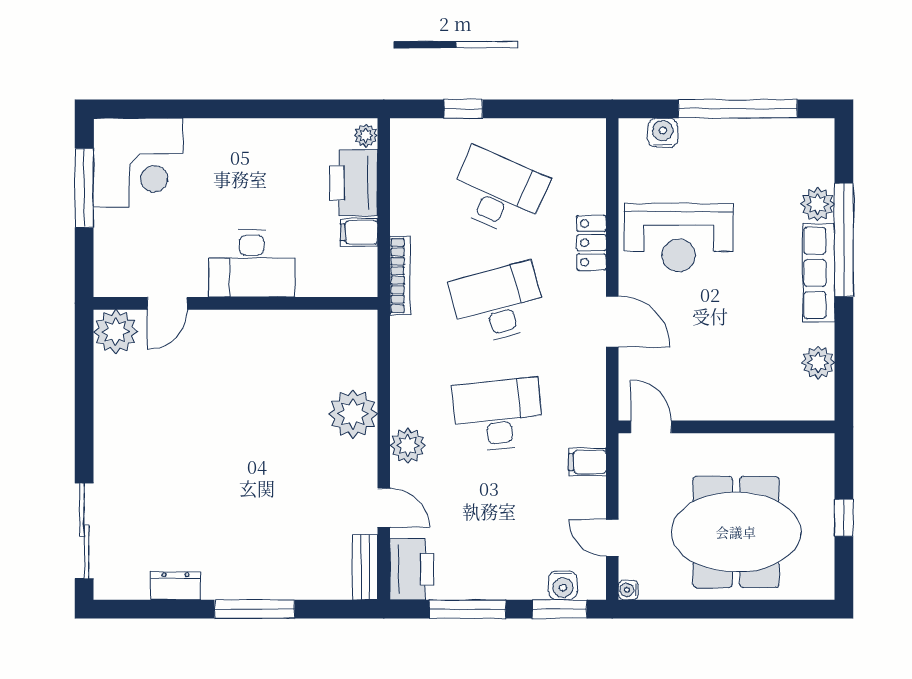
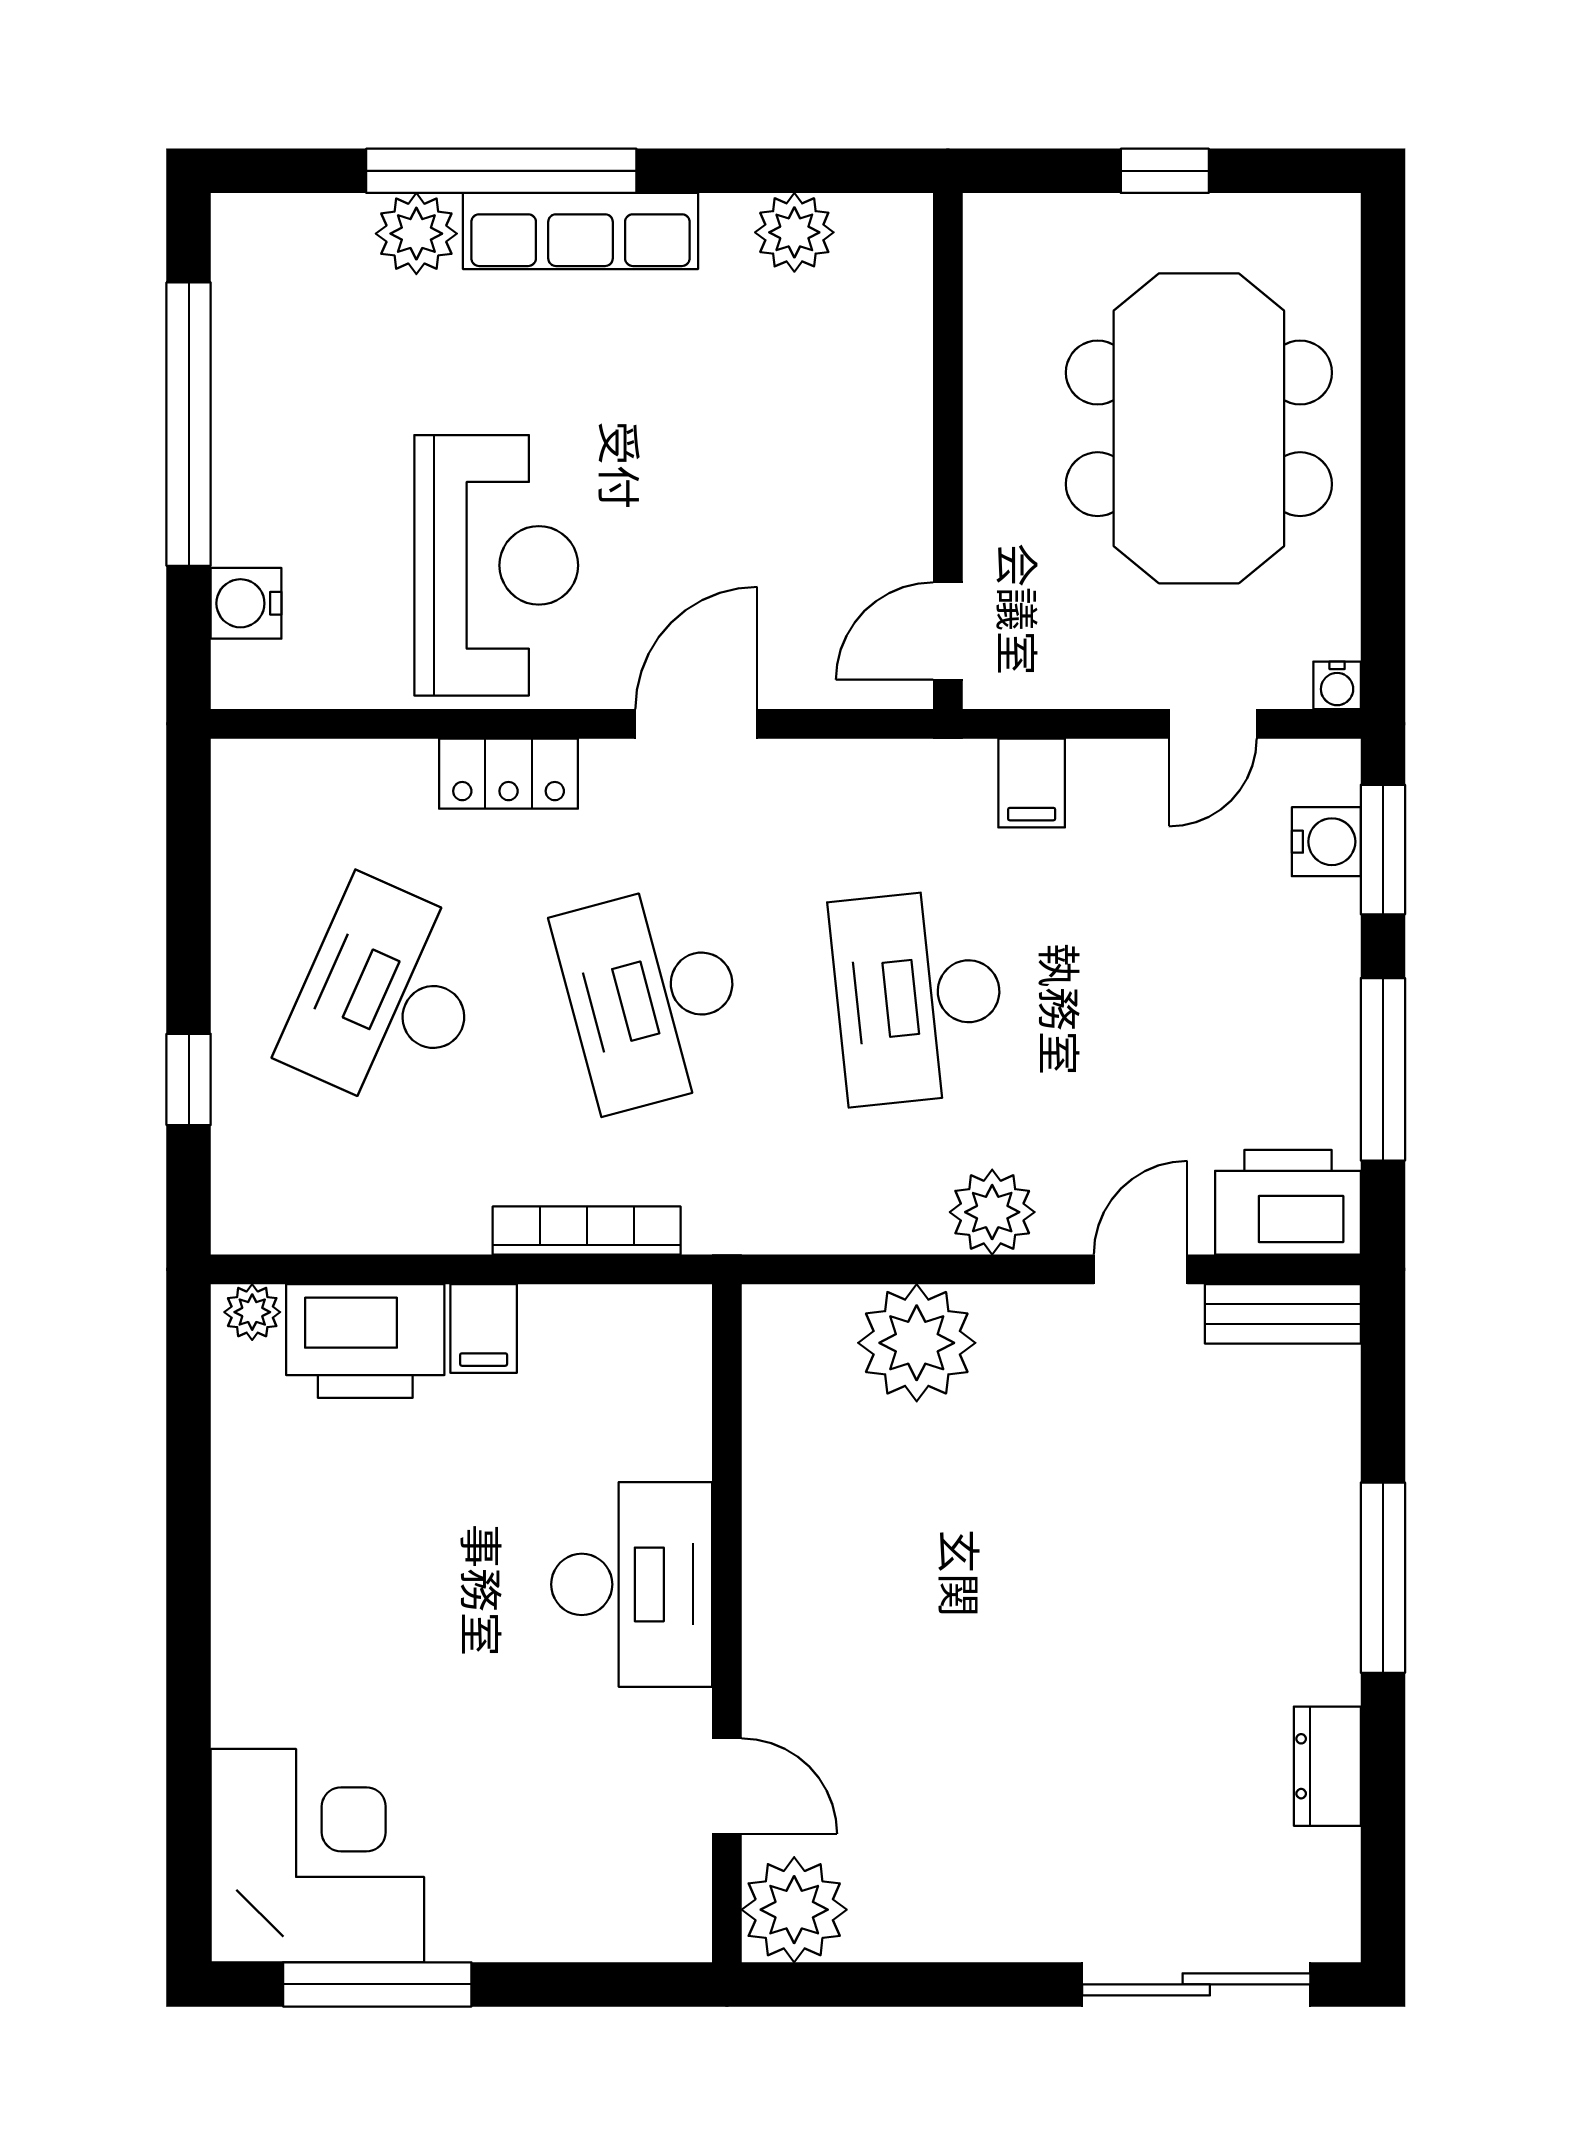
desk: (252, 263) -> (632, 1584), moved
door: (167, 303) -> (727, 1786), moved
wall: (235, 303) -> (727, 1623), moved
plant: (115, 332) -> (794, 1910), moved

